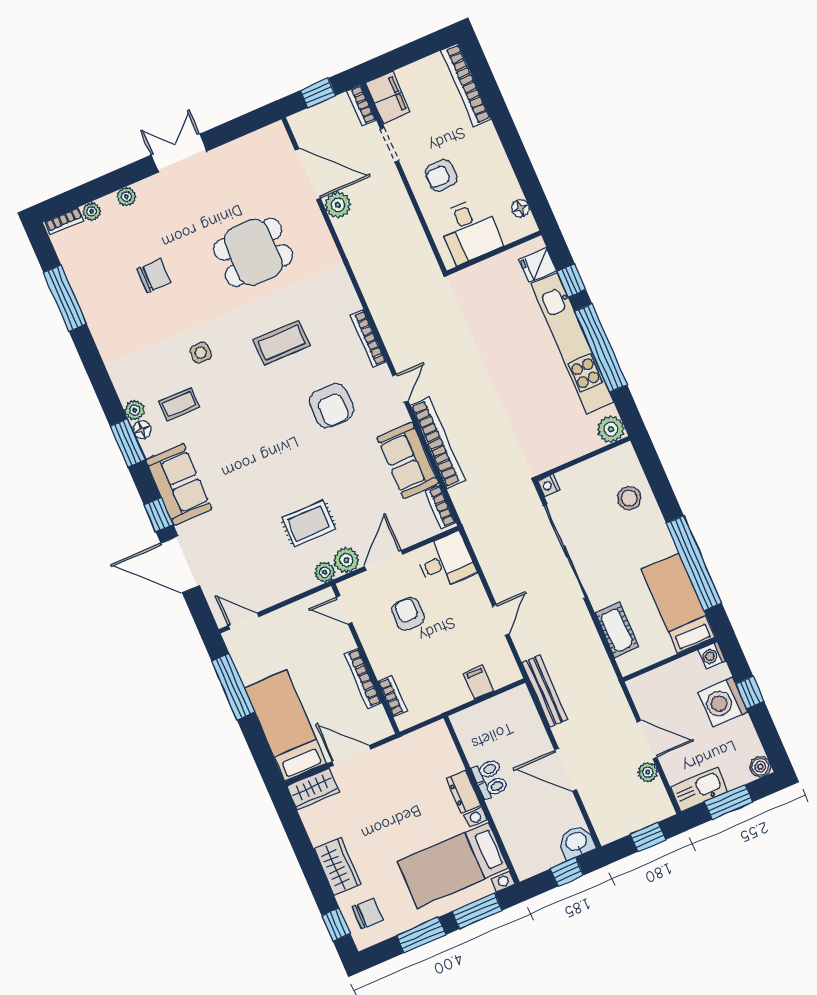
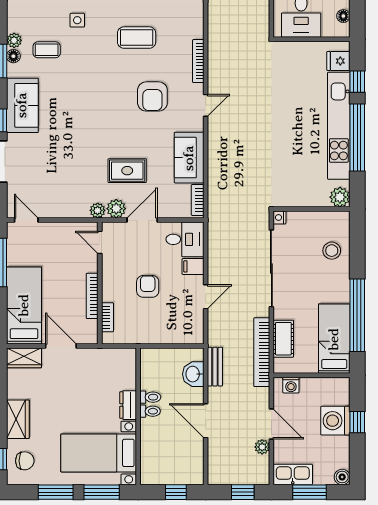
bookcase: (438, 443) -> (262, 352), moved, turned 180
rug: (309, 524) -> (127, 171), moved
armchair: (408, 614) -> (148, 286), moved
washing machine: (712, 656) -> (291, 385), moved, turned -90
filing cabinet: (478, 682) -> (193, 266), moved, turned -90
bench: (545, 691) -> (215, 367), width x0.73
washbasin: (576, 842) -> (193, 374), moved, turned -90

